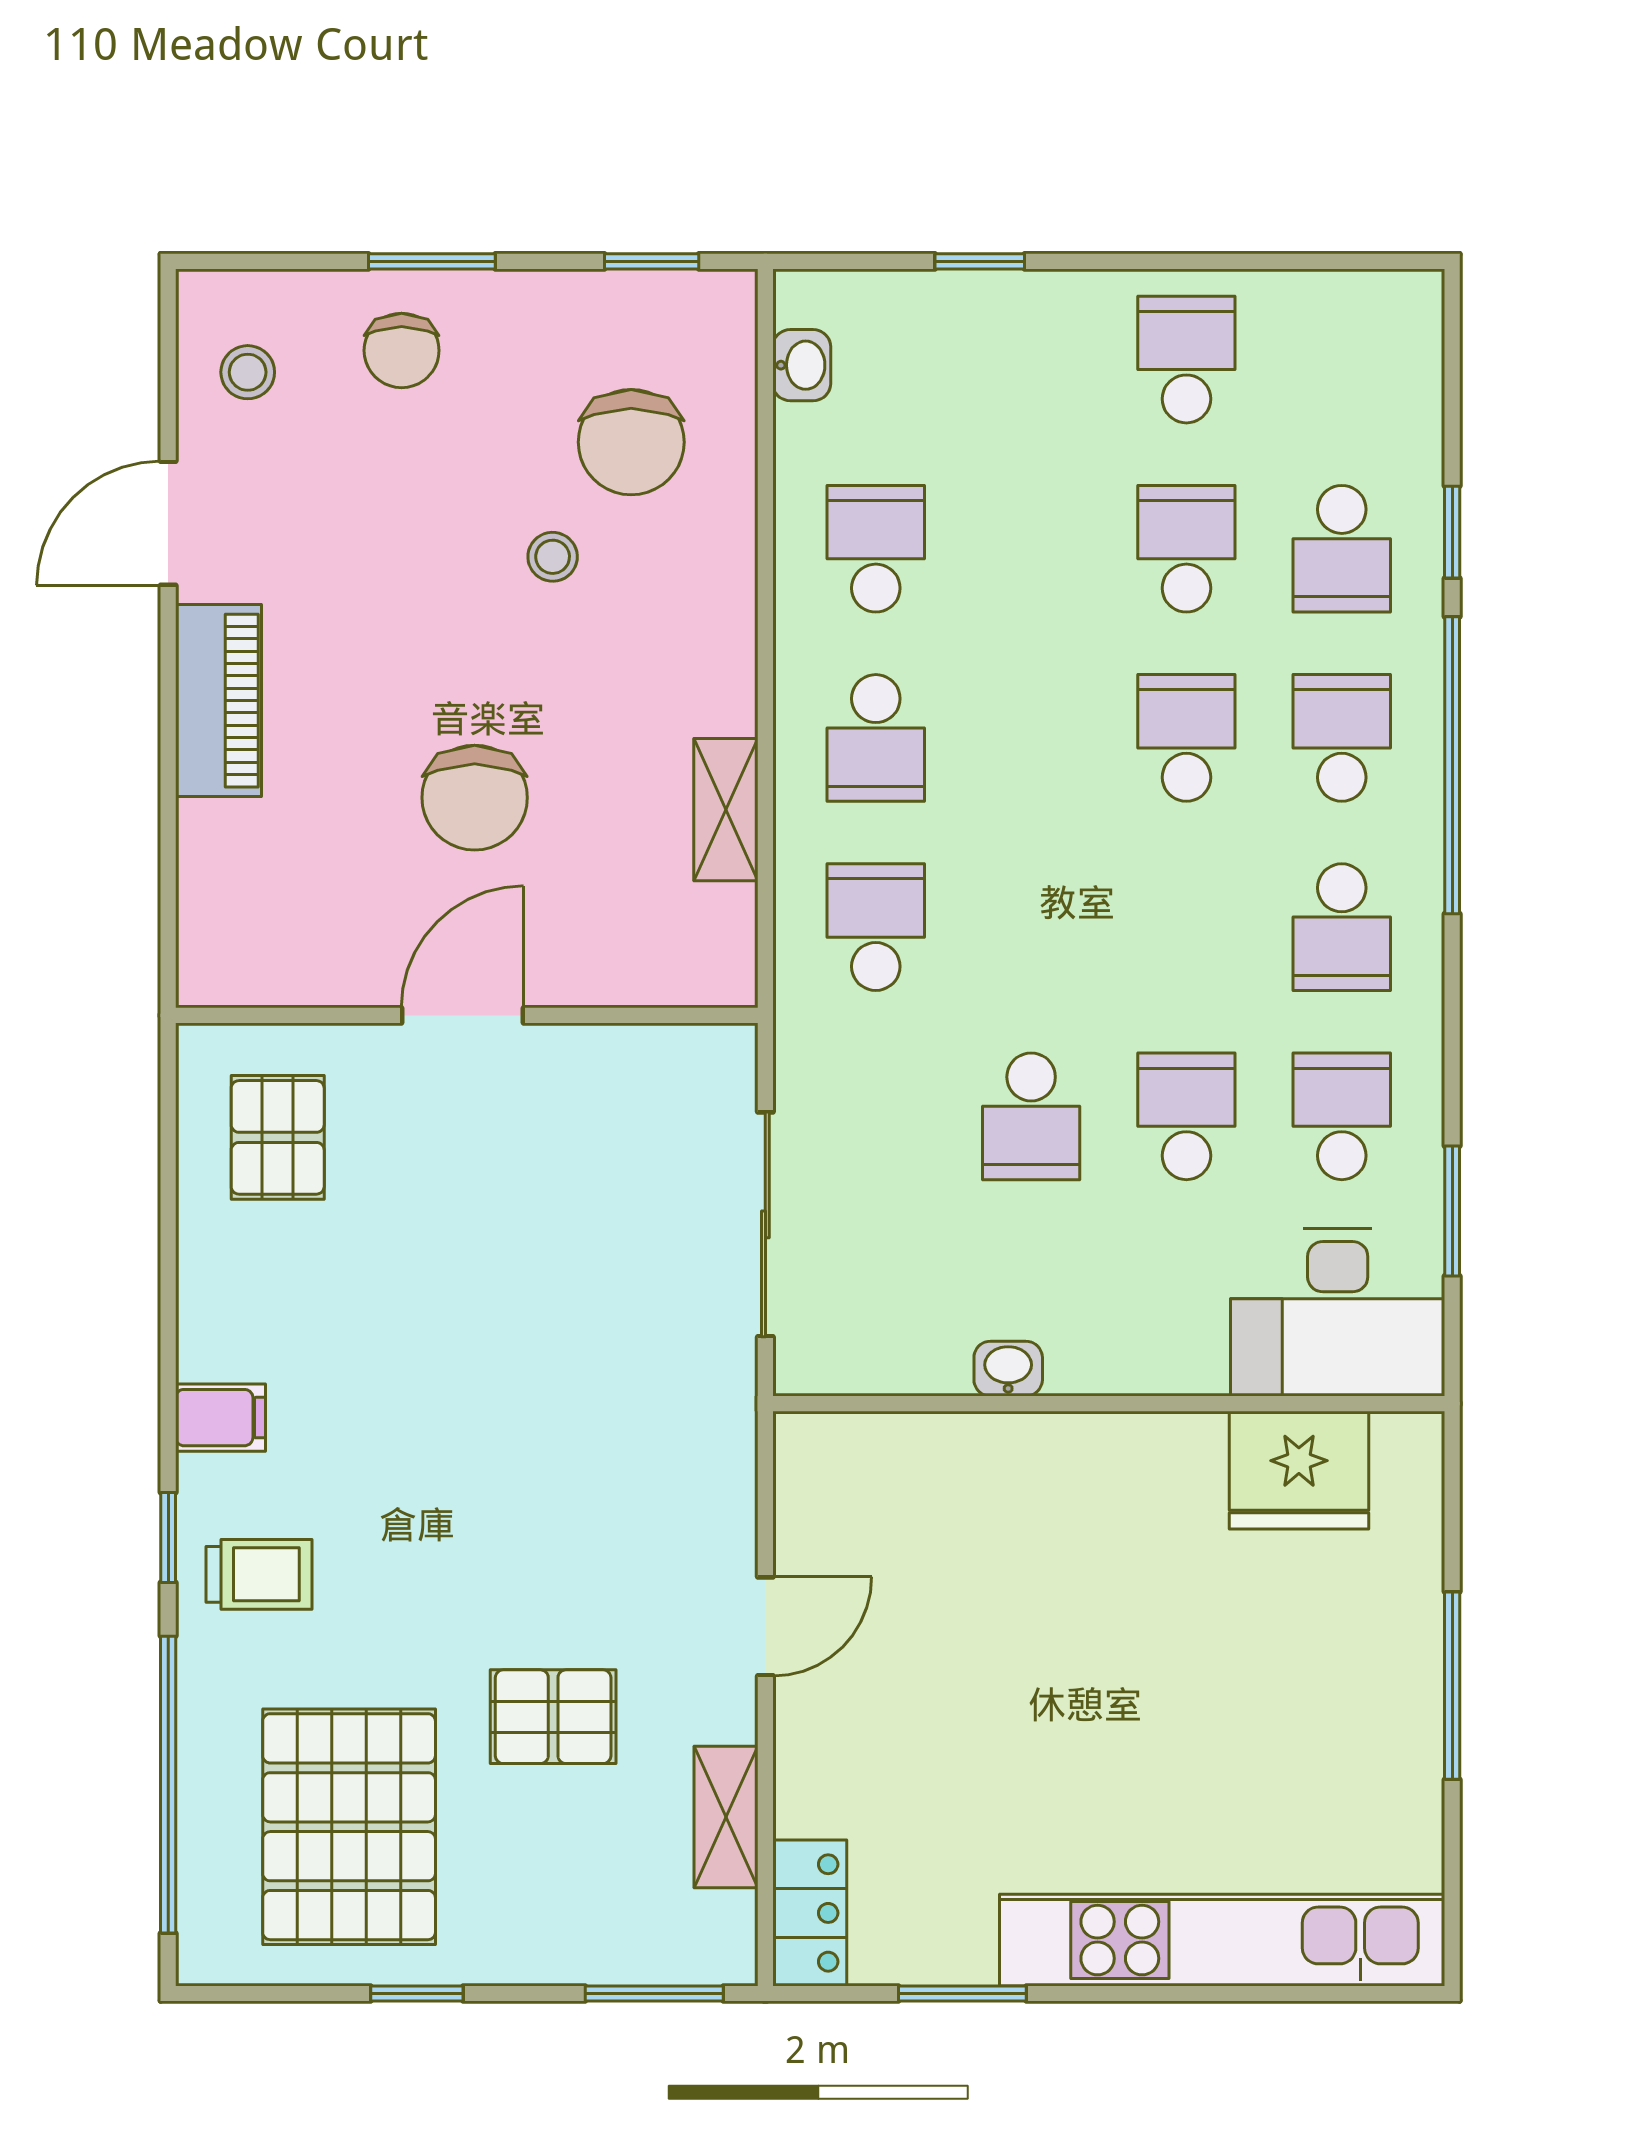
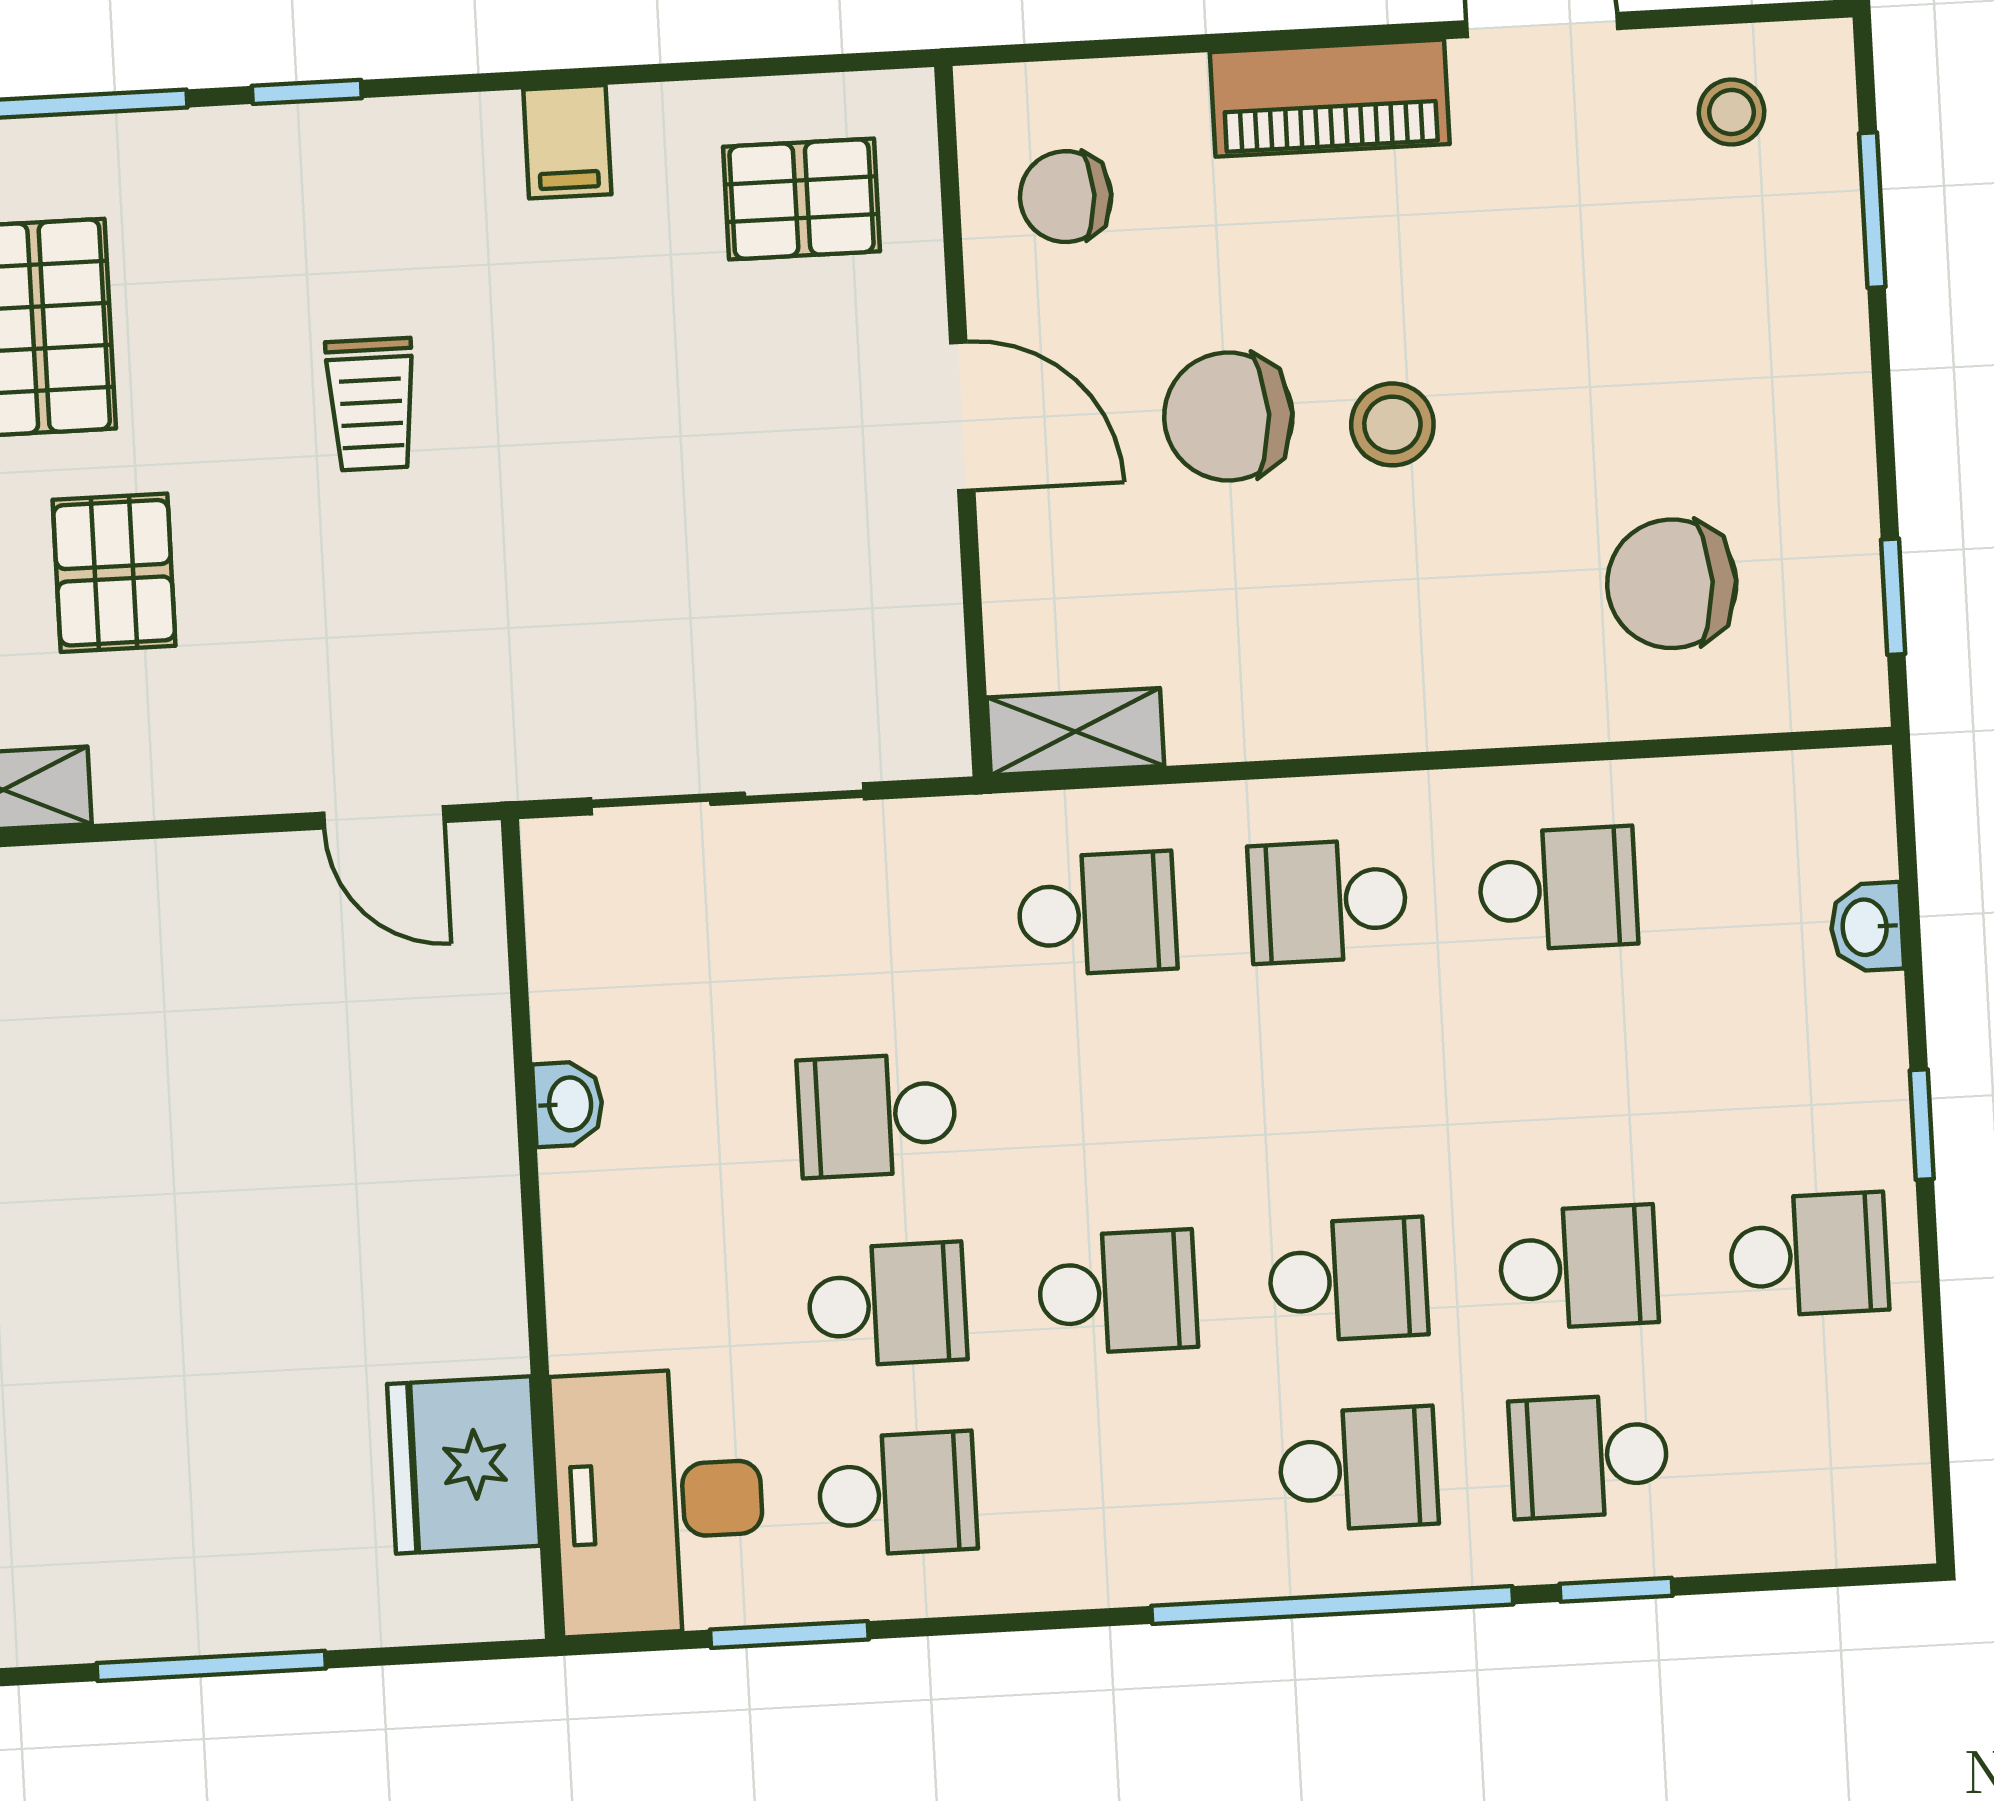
window: (432, 261) -> (1872, 210), moved
window: (980, 261) -> (1922, 1125), moved
chair: (402, 350) -> (1066, 197), moved
washbasin: (802, 365) -> (1867, 927), moved, turned 90
stool: (553, 557) -> (1392, 424), moved, width x1.37, depth x1.37
shelving: (726, 810) -> (1075, 732), moved
school desk: (1342, 927) -> (1118, 1292), moved, turned 180
filing cabinet: (220, 1418) -> (567, 142), moved
trolley: (259, 1574) -> (371, 404), moved
door: (765, 1626) -> (384, 817), moved

